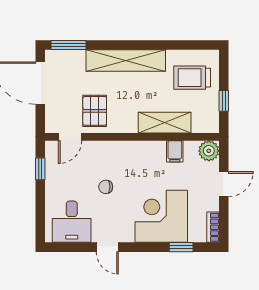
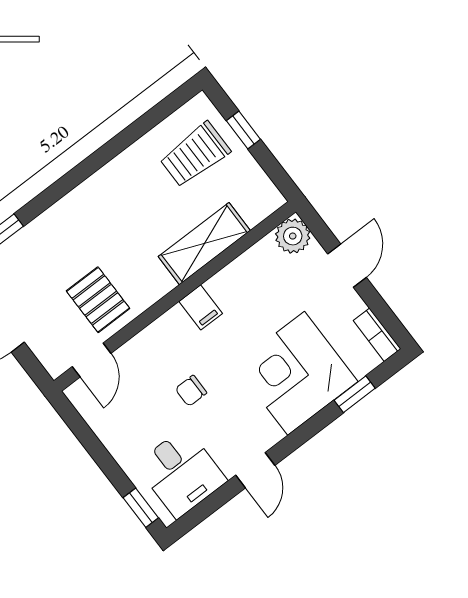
shelving: (126, 61) -> (88, 200), removed
window: (224, 101) -> (243, 130), moved
filing cabinet: (175, 151) -> (201, 307), moved
window: (40, 169) -> (141, 508), moved
door: (107, 247) -> (255, 470), hinge flipped

